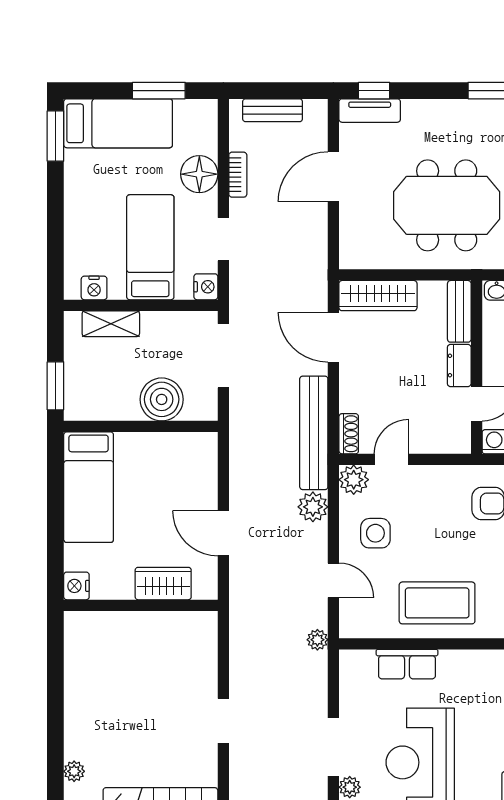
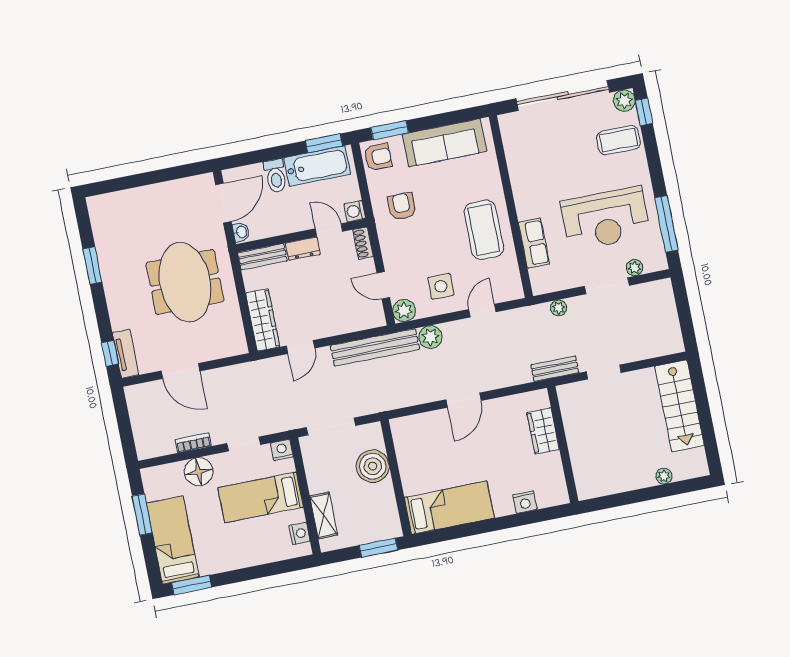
bench: (273, 110) -> (555, 369), moved, turned 90
door: (333, 337) -> (301, 347), width x0.73
shoe rack: (349, 434) -> (363, 243), moved, turned -90
wardrobe: (163, 584) -> (543, 431), moved
wall: (141, 605) -> (563, 444), moved
plant: (317, 640) -> (559, 308), moved

